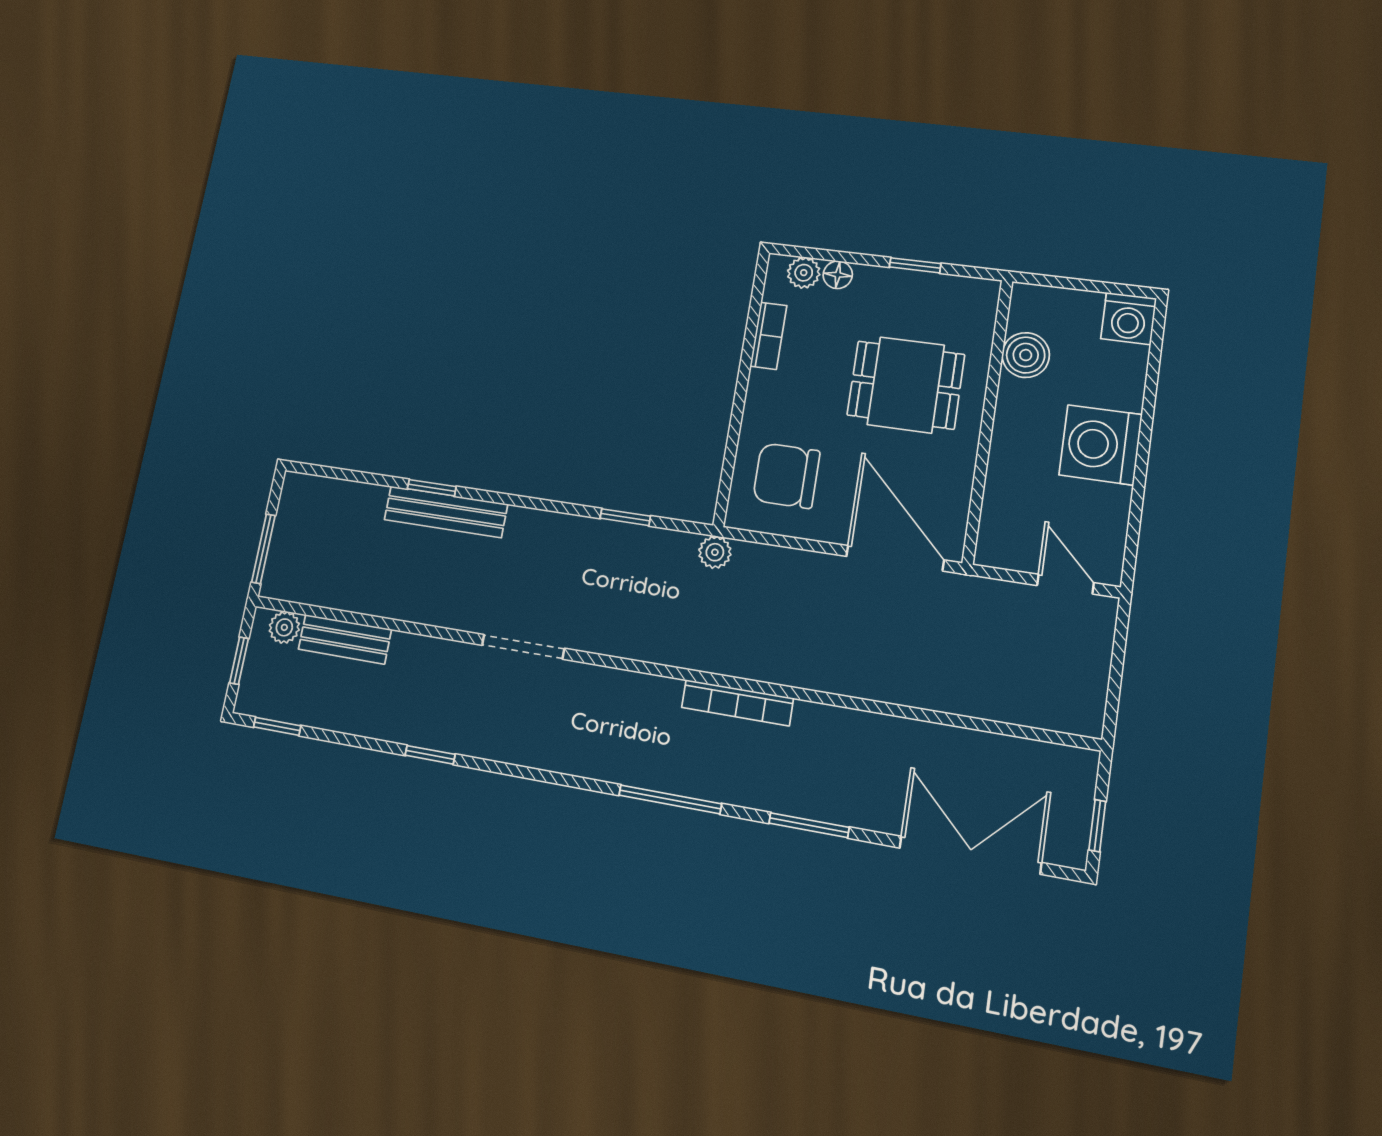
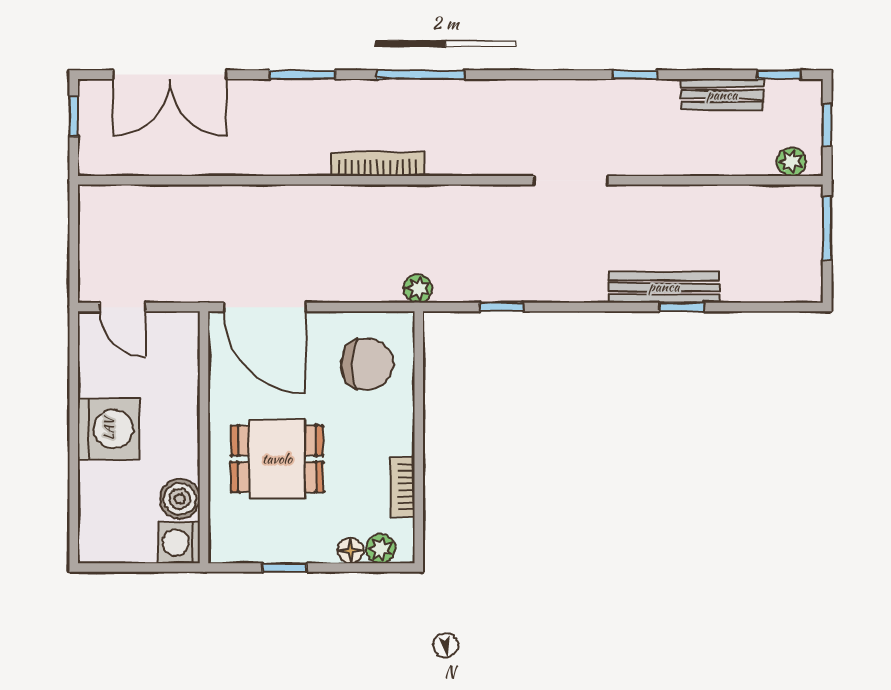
washing machine: (1129, 318) -> (179, 542), moved, turned -90
bench: (345, 639) -> (722, 95), moved

